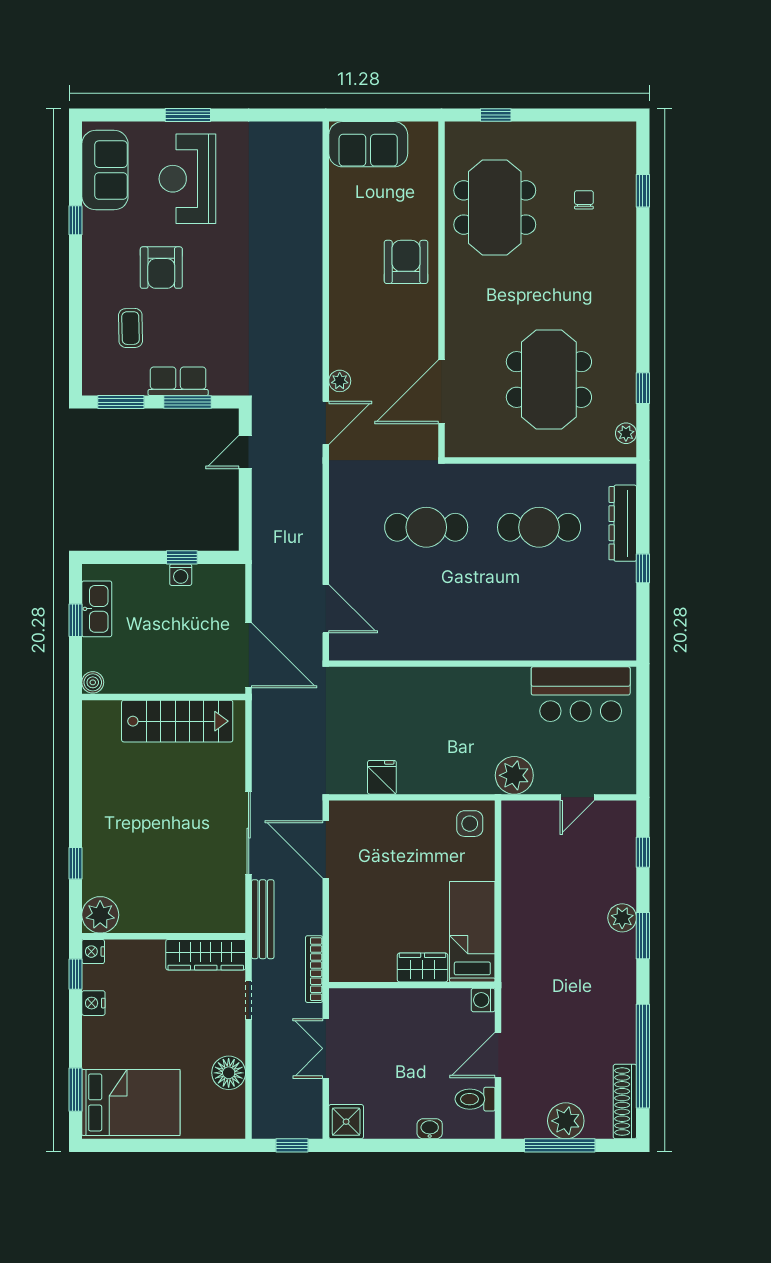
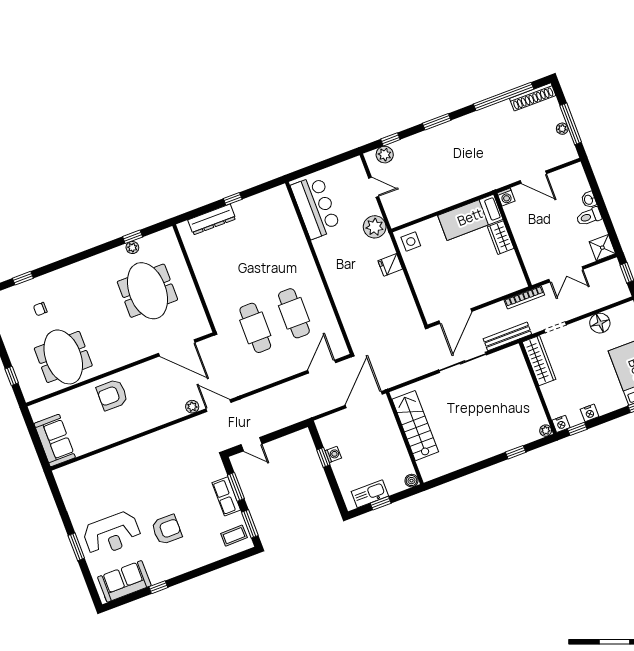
meeting table: (495, 207) -> (63, 357), turned 90
coffee table: (131, 328) -> (234, 536), moved
meeting table: (549, 379) -> (147, 291), turned 90
plant: (626, 433) -> (132, 247), moved
cafe table: (539, 527) -> (294, 313), moved
fridge: (382, 777) -> (390, 265), moved
plant: (100, 915) -> (546, 431), width x0.53, depth x0.53
plant: (622, 918) -> (385, 155), moved
toilet: (475, 1099) -> (589, 217), moved, turned 90
plant: (566, 1121) -> (562, 129), width x0.53, depth x0.53

